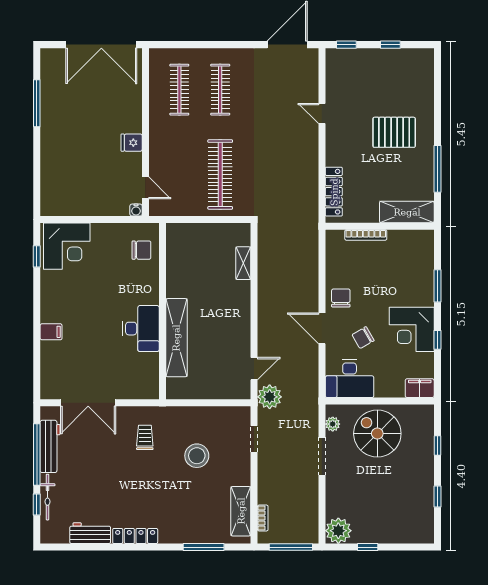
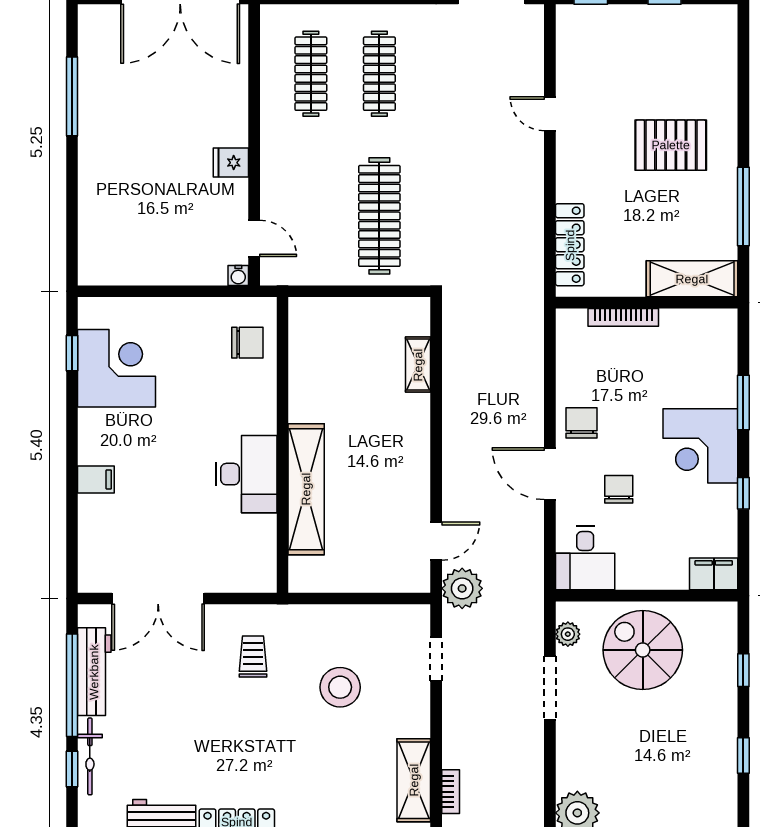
corner desk: (67, 246) -> (117, 368), moved, turned -90
corner desk: (412, 329) -> (700, 446), moved
chair: (363, 338) -> (619, 489), turned 120
desk: (350, 379) -> (585, 558), width x0.73

